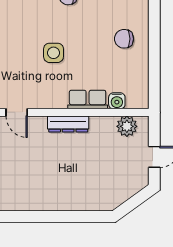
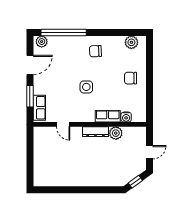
plant: (127, 126) -> (116, 133), moved
window: (132, 204) -> (135, 182), added

